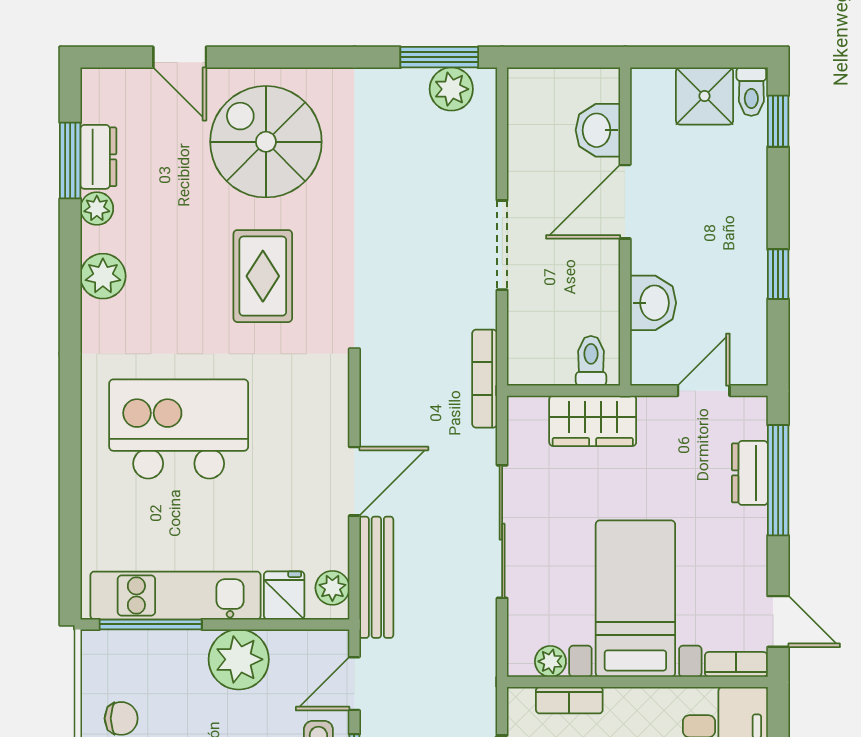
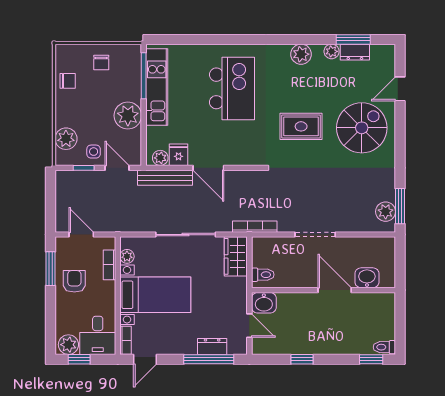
shower: (705, 96) -> (382, 326), removed
washbasin: (653, 303) -> (264, 303), moved
wardrobe: (593, 421) -> (236, 256), moved
fridge: (284, 595) -> (179, 155), moved, turned -90

